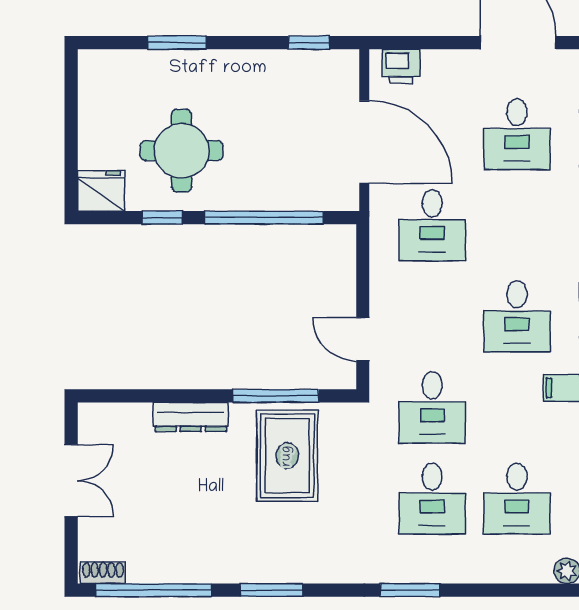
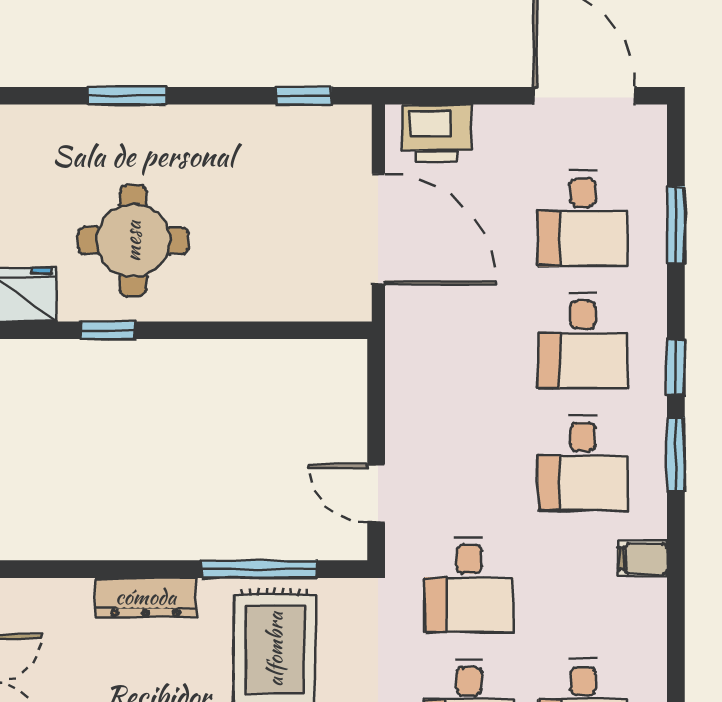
printer: (401, 66) -> (437, 133), width x1.36, depth x1.24
window: (264, 218) -> (244, 330), removed
desk: (432, 225) -> (583, 341), moved

